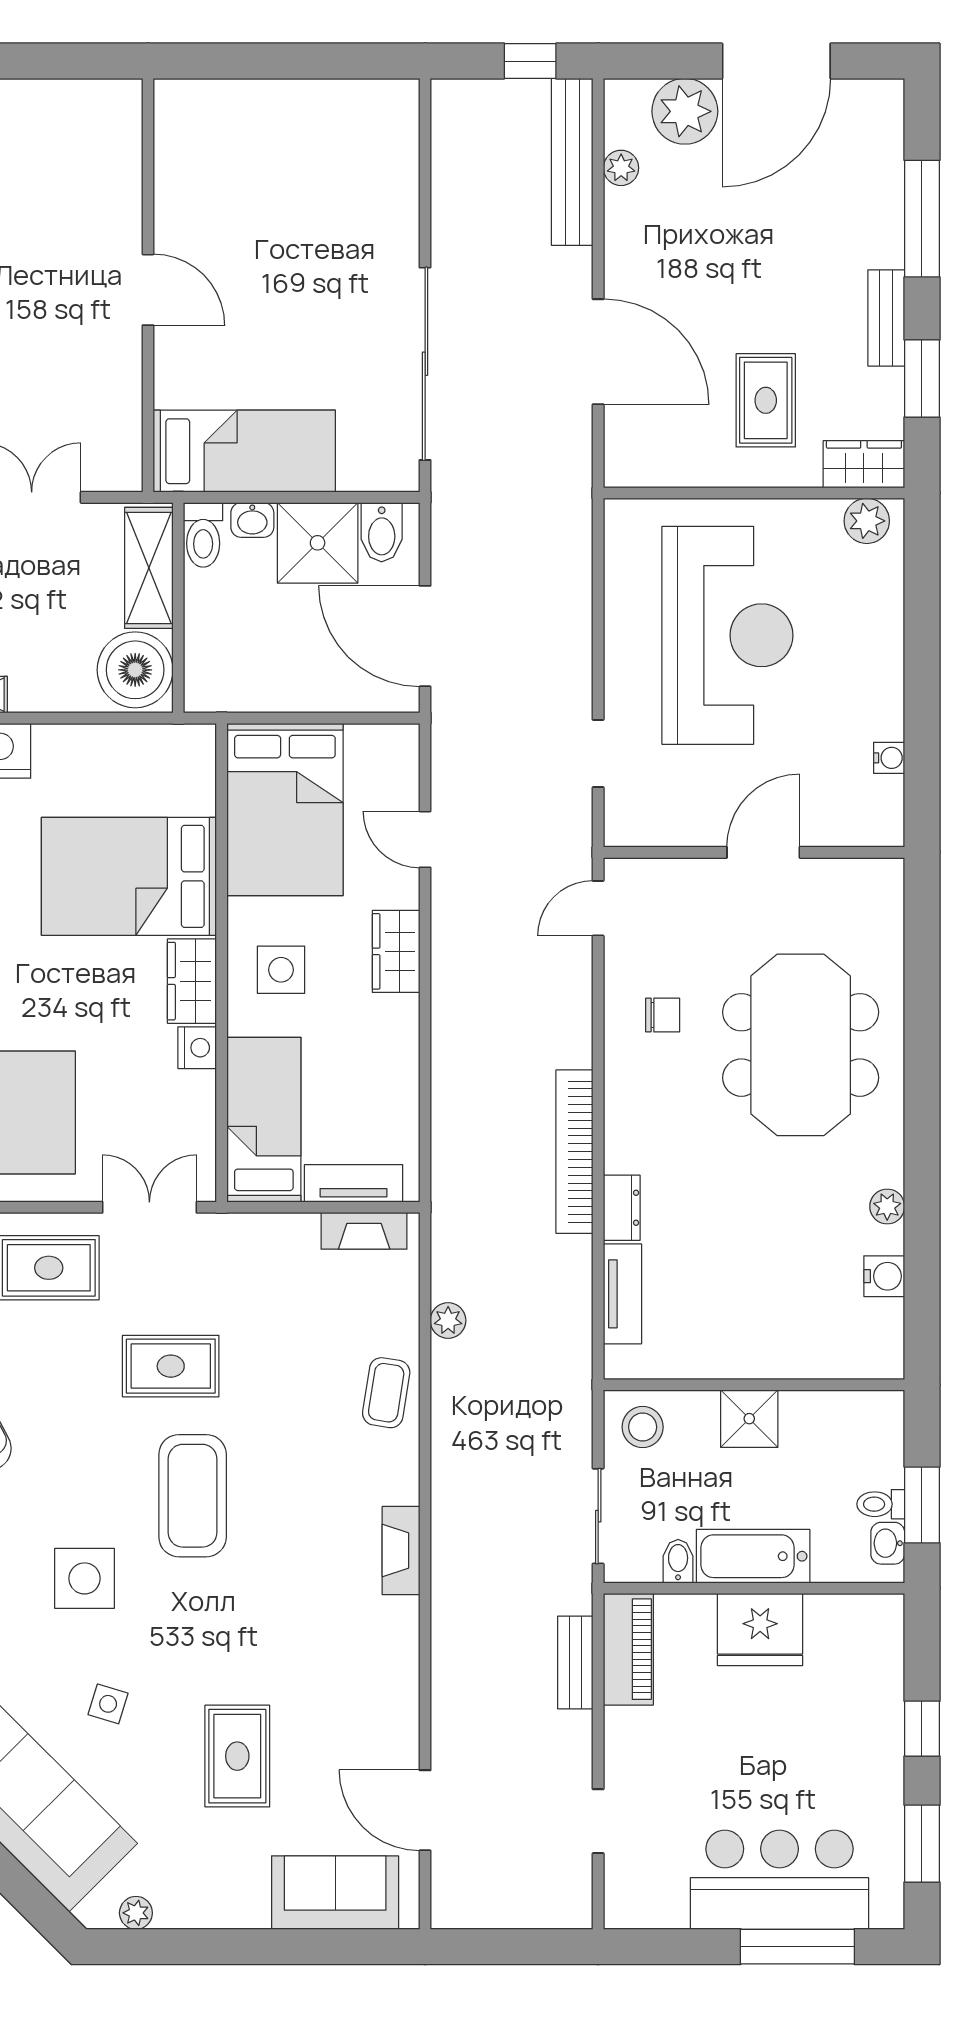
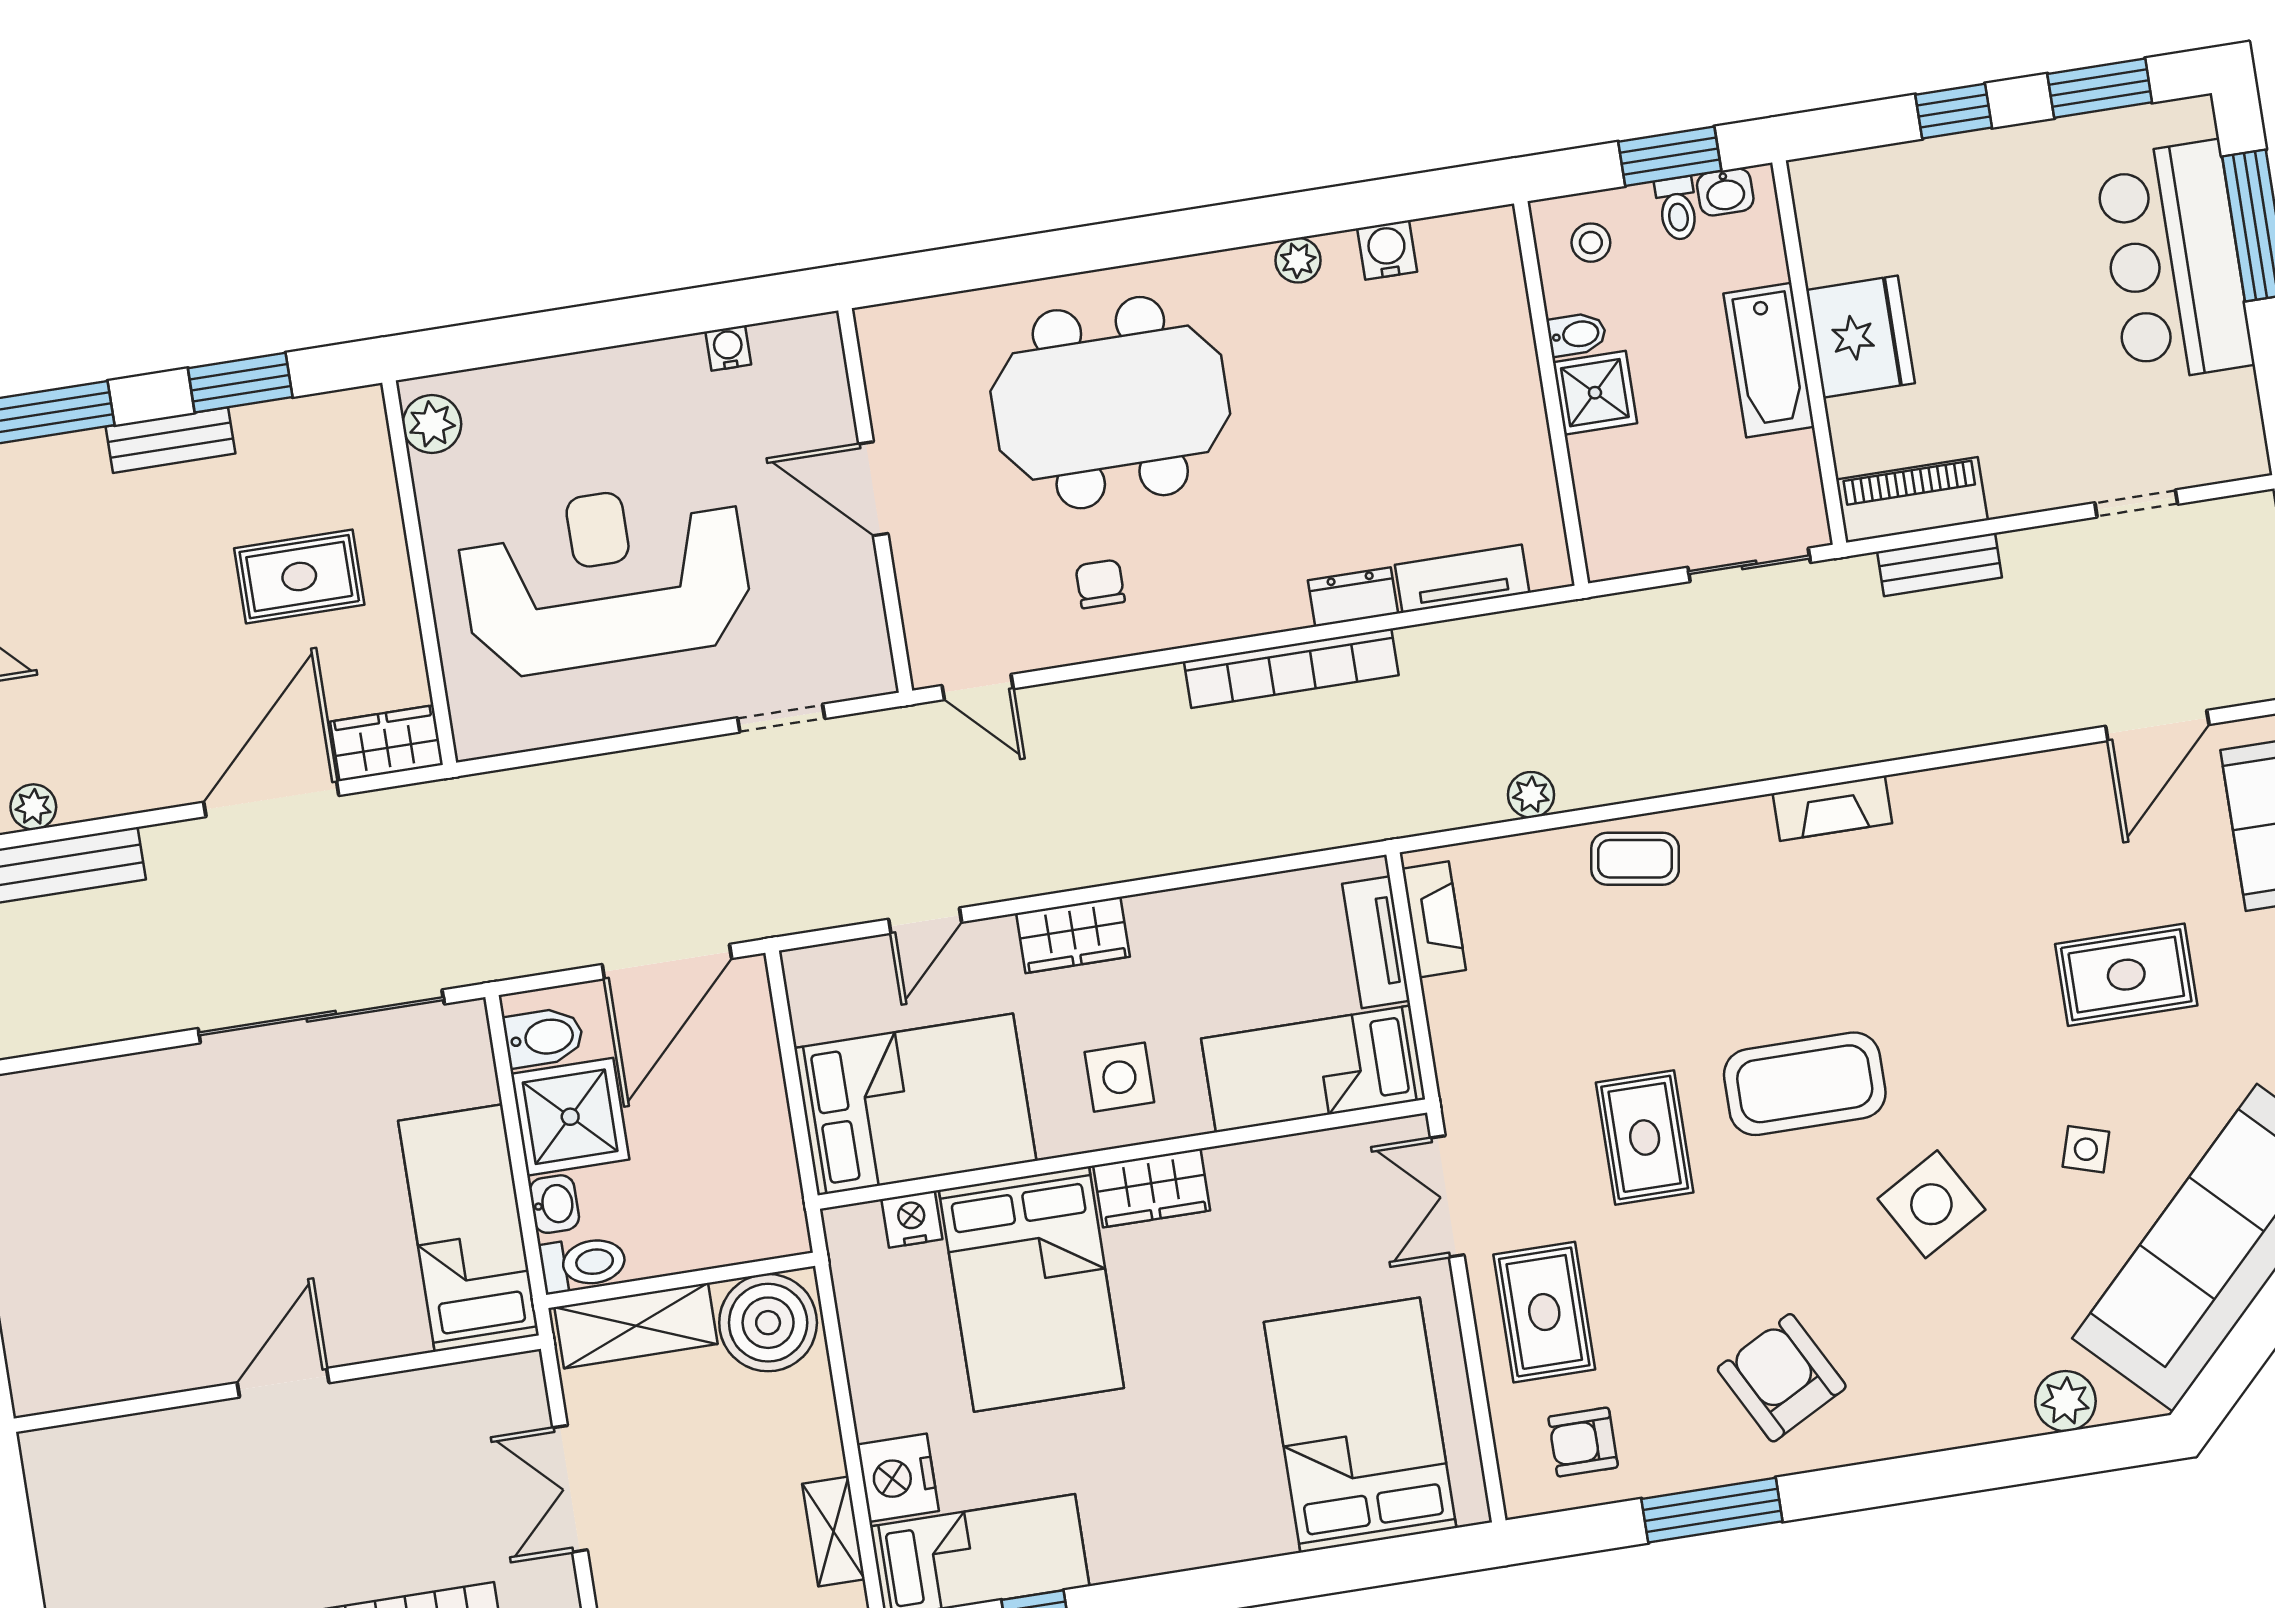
wardrobe: (864, 464) -> (387, 743), moved, turned 90
nightstand: (197, 1048) -> (912, 1219), moved
stool: (643, 1427) -> (1591, 243), moved, width x0.73, depth x0.73
bidet: (678, 1561) -> (1577, 334), moved, turned 180
side table: (85, 1578) -> (1931, 1204), turned -30

